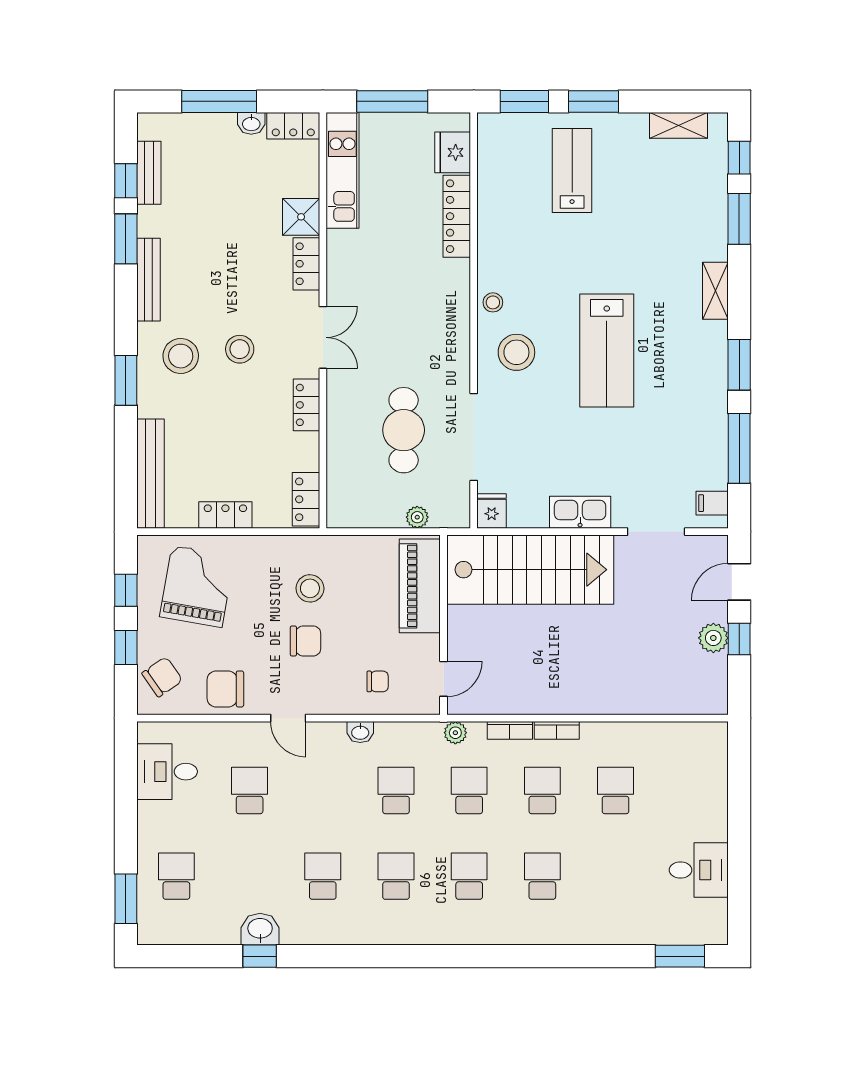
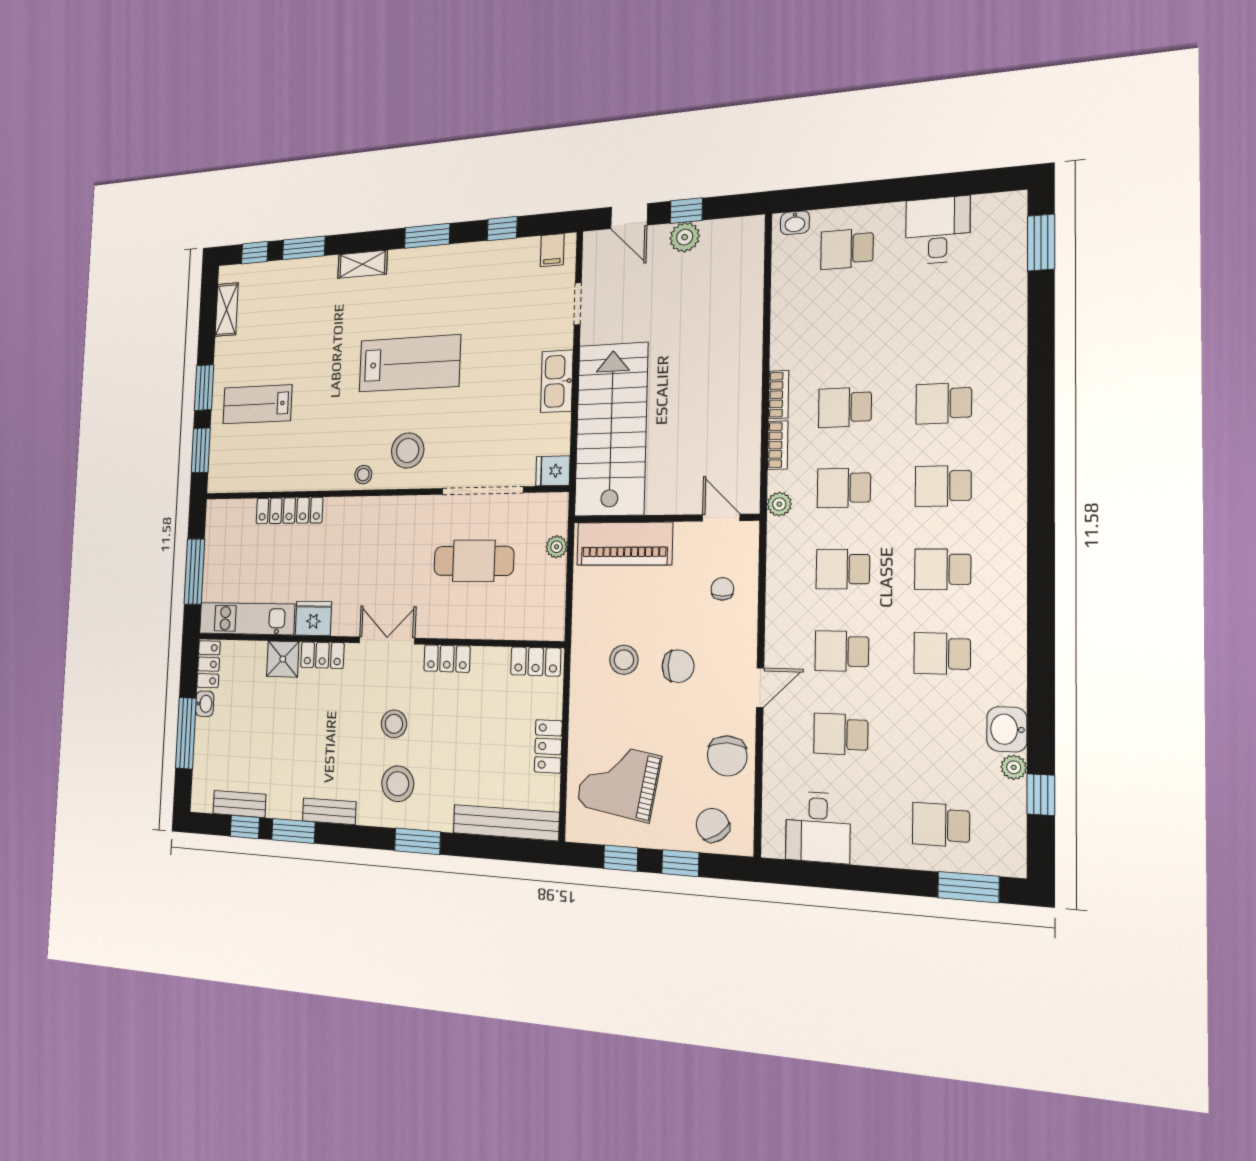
fridge: (453, 152) -> (313, 618), moved, turned 180
bench: (148, 280) -> (329, 811), width x0.73
window: (739, 448) -> (502, 229), width x0.46
doorway: (656, 532) -> (578, 304), width x0.73
chair: (305, 641) -> (678, 666), turned 90
washbasin: (360, 732) -> (795, 223), moved, turned 90
school desk: (323, 791) -> (842, 651), added
school desk: (616, 791) -> (847, 249), moved
plant: (228, 935) -> (1014, 767), added
window: (260, 956) -> (1041, 795), moved

